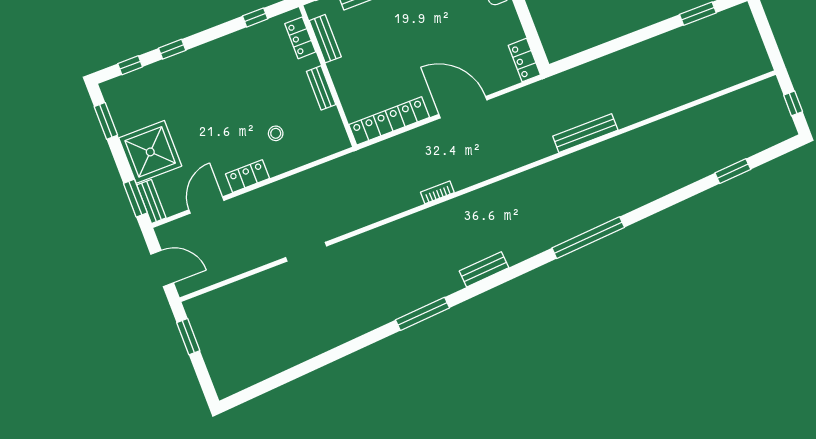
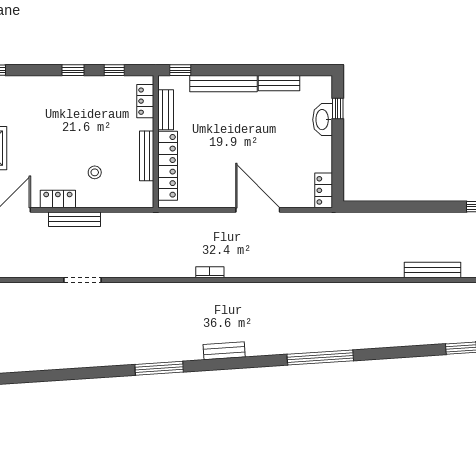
window: (172, 49) -> (73, 70), moved
bench: (321, 88) -> (147, 156), width x1.36
locker: (389, 121) -> (168, 166), moved, turned 90
bench: (585, 133) -> (432, 270), moved
bench: (273, 191) -> (75, 219), added

